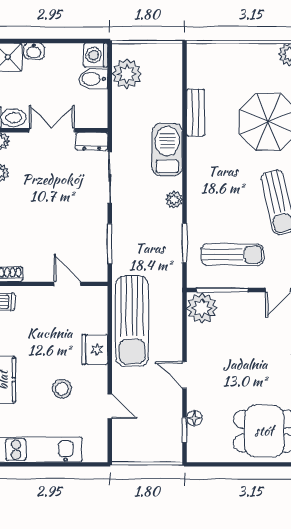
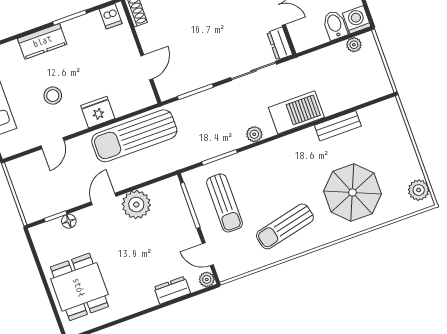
plant: (127, 74) -> (354, 45), width x0.53, depth x0.53
plant: (202, 308) -> (136, 205), moved

